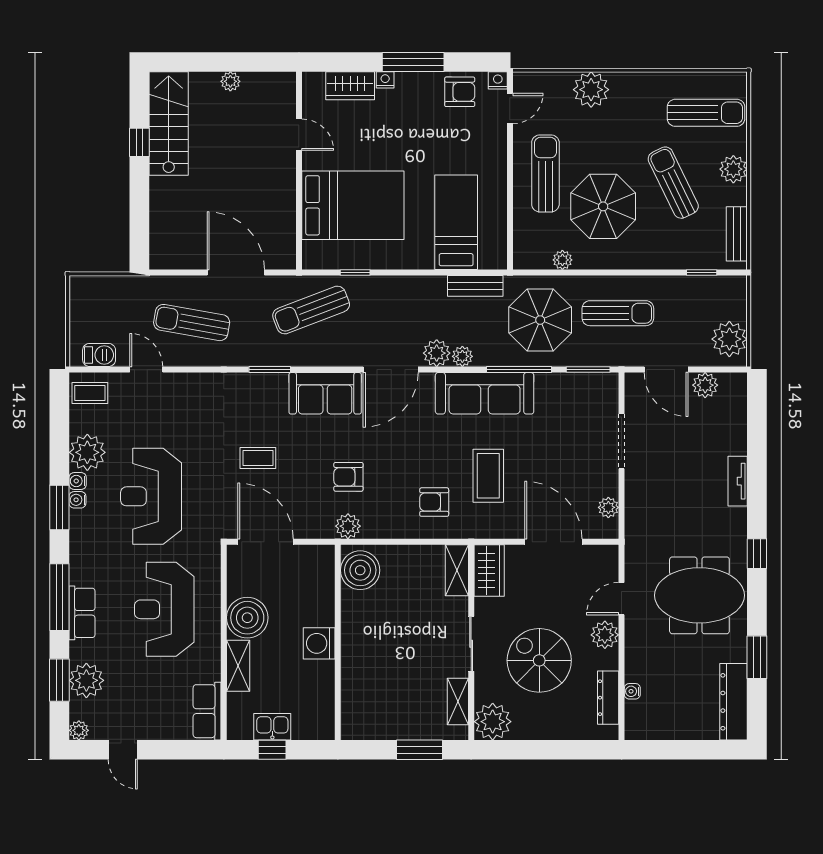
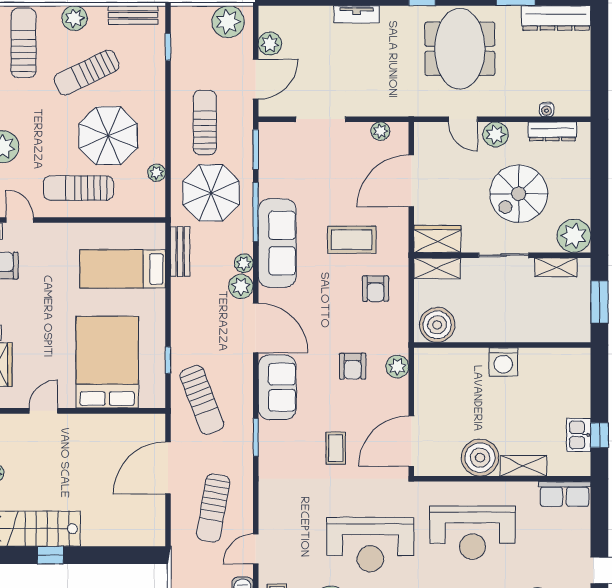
boiler: (360, 570) -> (437, 325), moved
wall: (338, 642) -> (502, 345), moved
washing machine: (319, 643) -> (503, 362), moved

